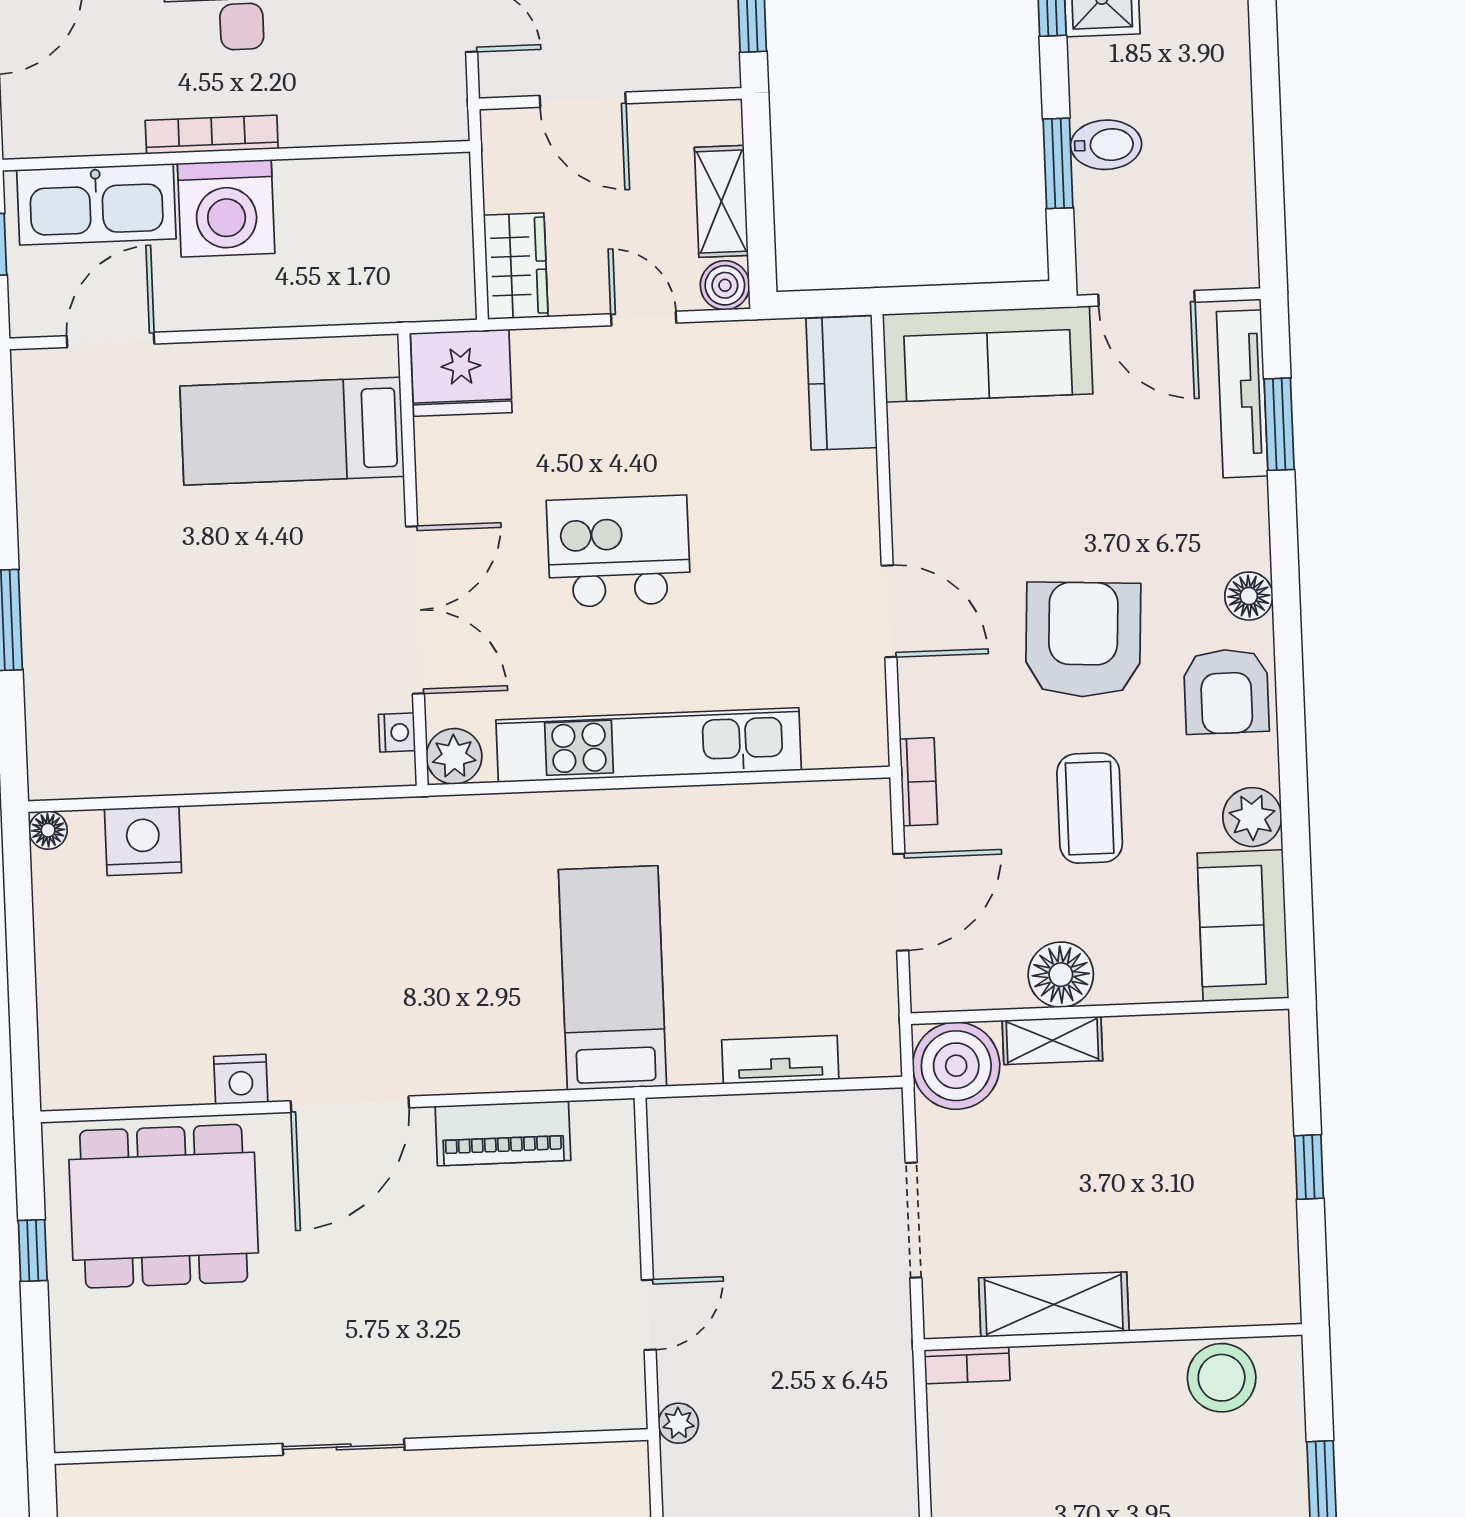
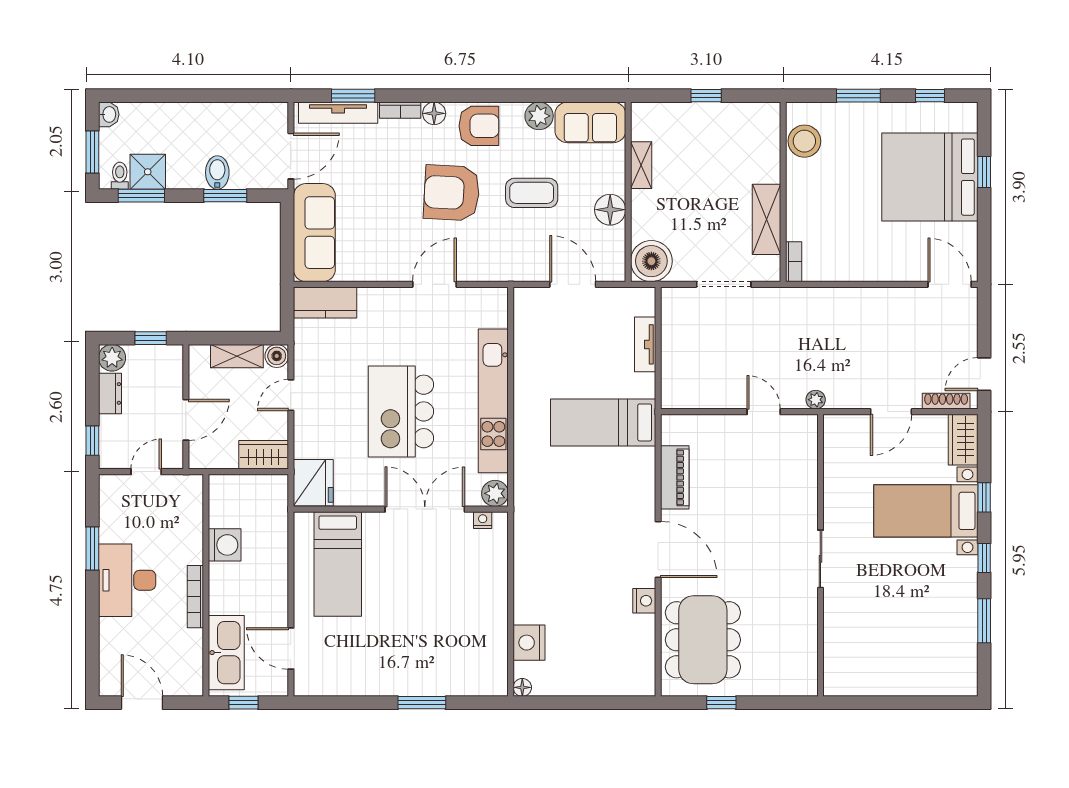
washing machine: (226, 208) -> (225, 545), moved, width x0.73, depth x0.73
kitchen island: (619, 551) -> (401, 411), width x1.37, depth x1.28
bookcase: (919, 782) -> (400, 110), moved, turned 180
shelving: (1052, 1040) -> (641, 165), moved

